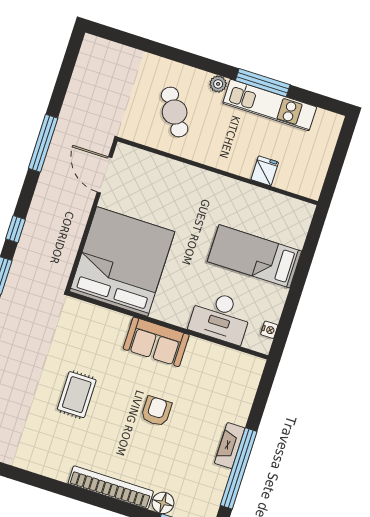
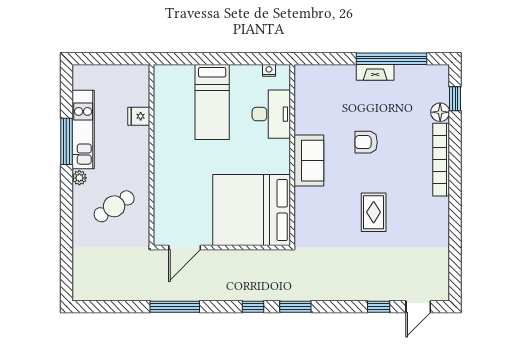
rug: (77, 395) -> (374, 212), turned 90

